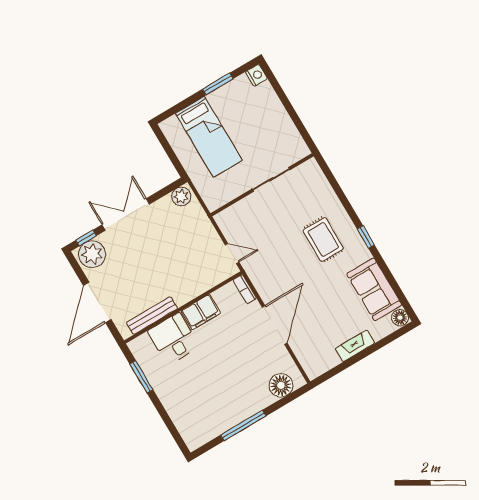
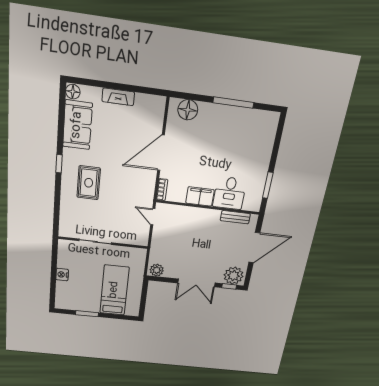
nightstand: (256, 75) -> (62, 275), moved
bench: (152, 315) -> (235, 217), width x0.73

